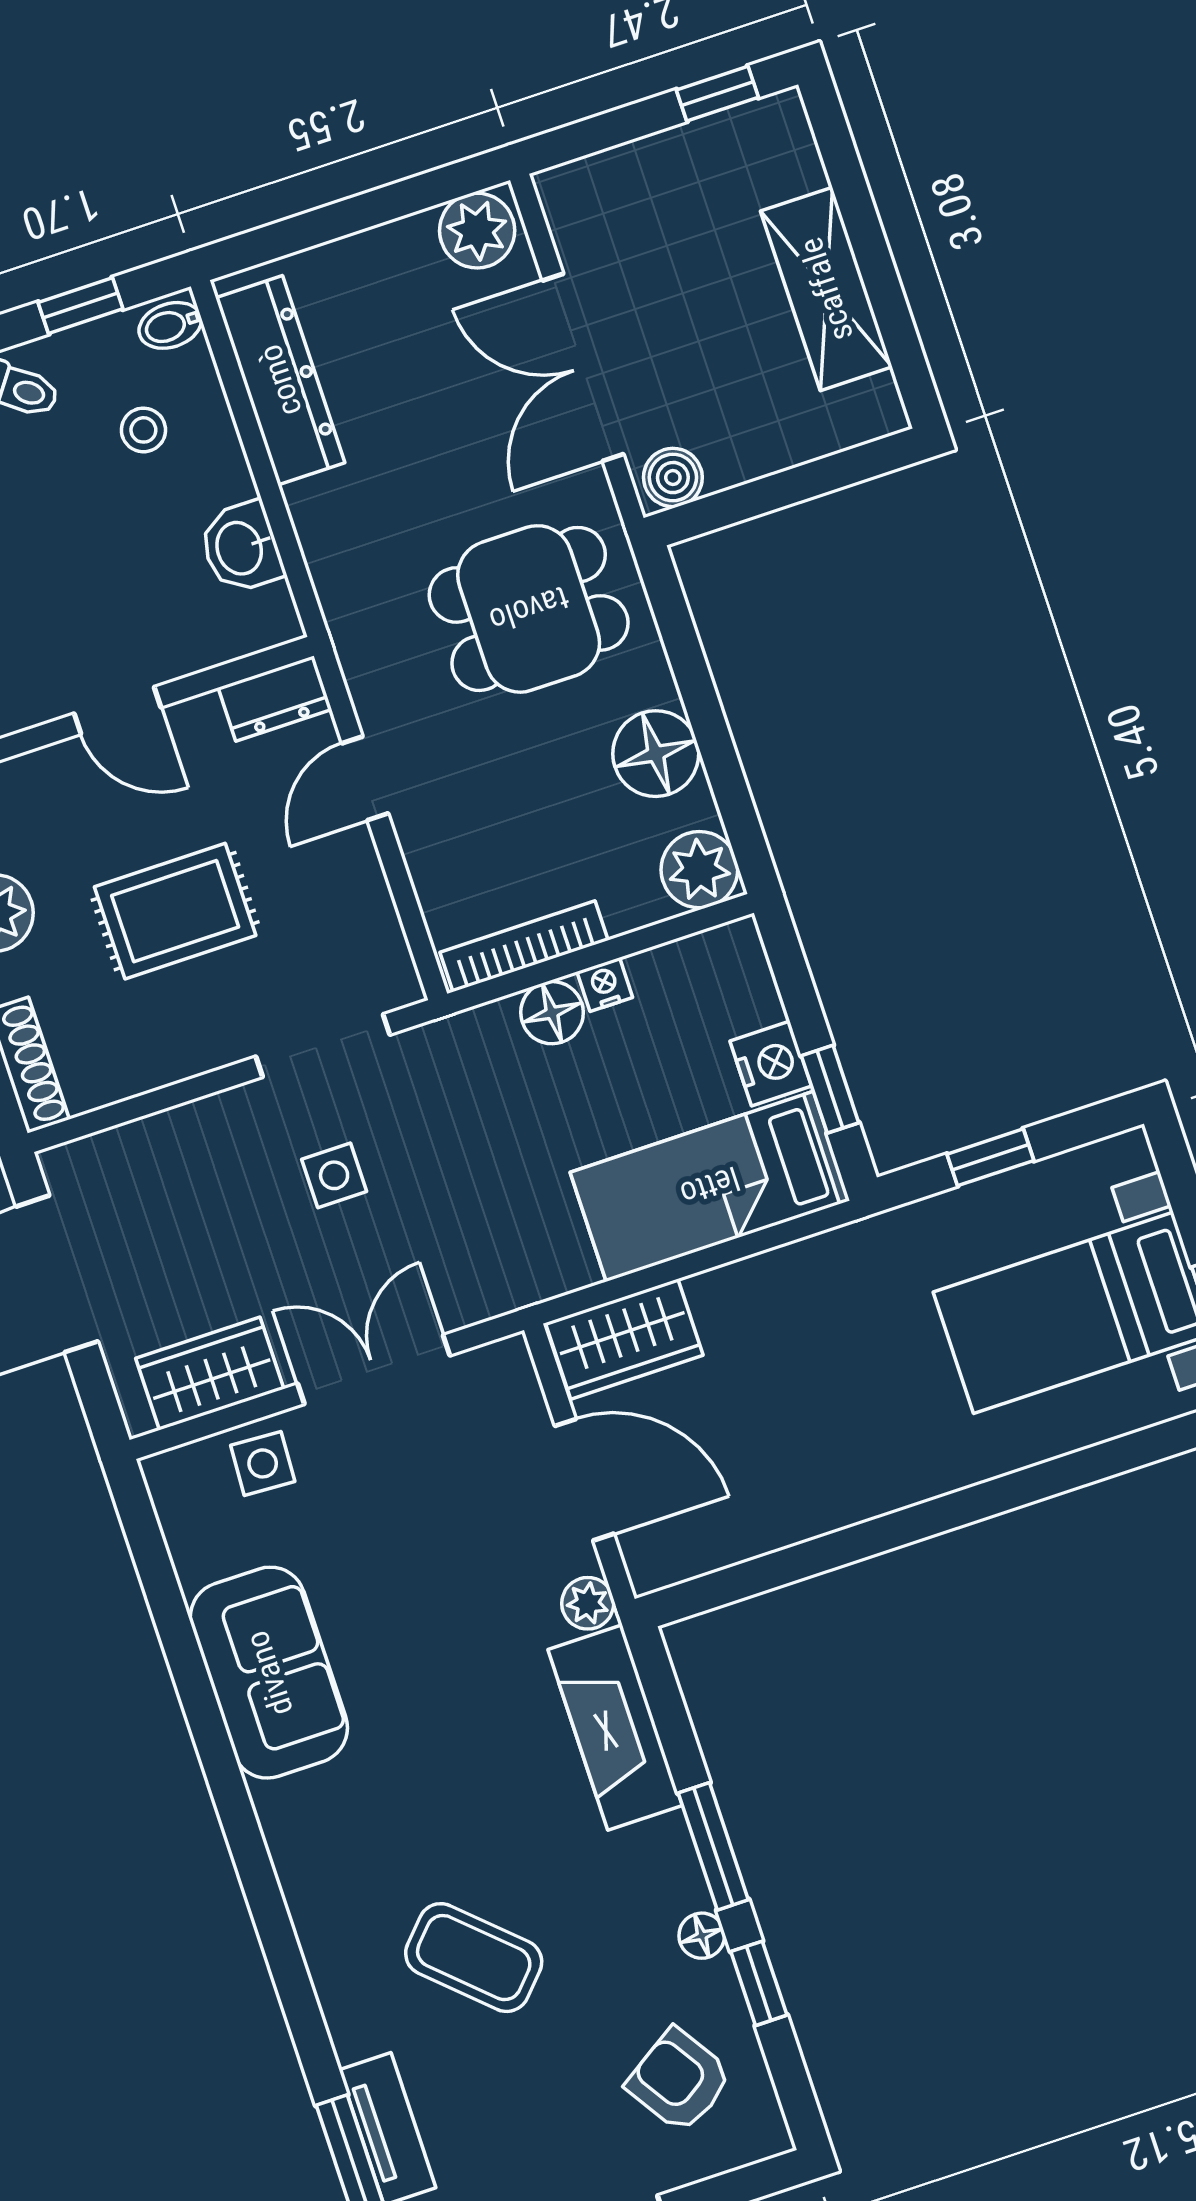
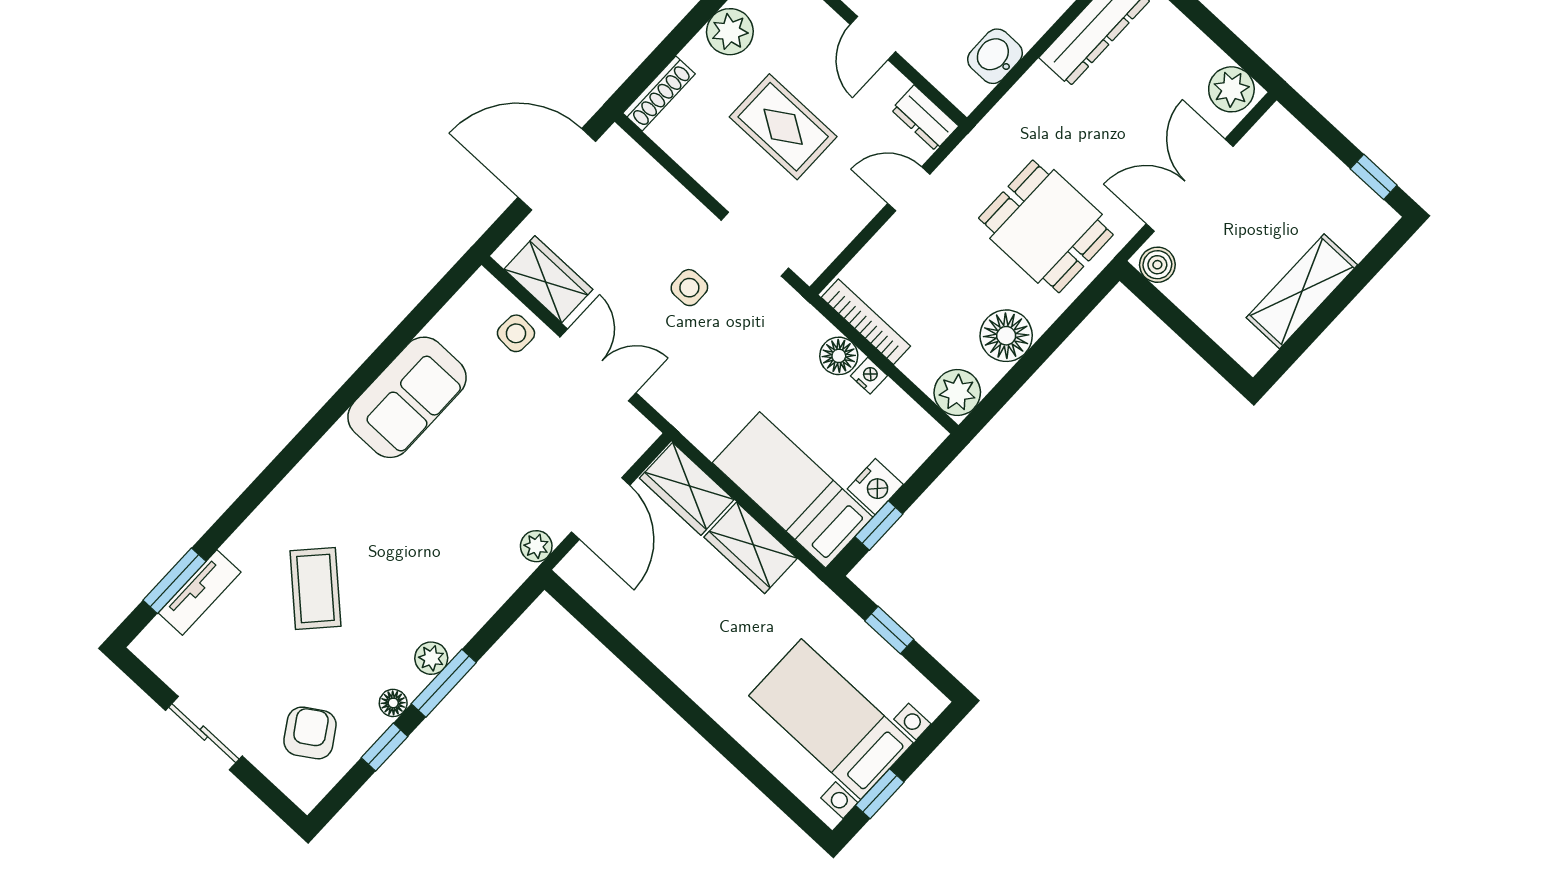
wardrobe: (760, 1293) -> (751, 548), added
fireplace: (615, 1728) -> (478, 597), removed
plant: (667, 1845) -> (431, 658), added

